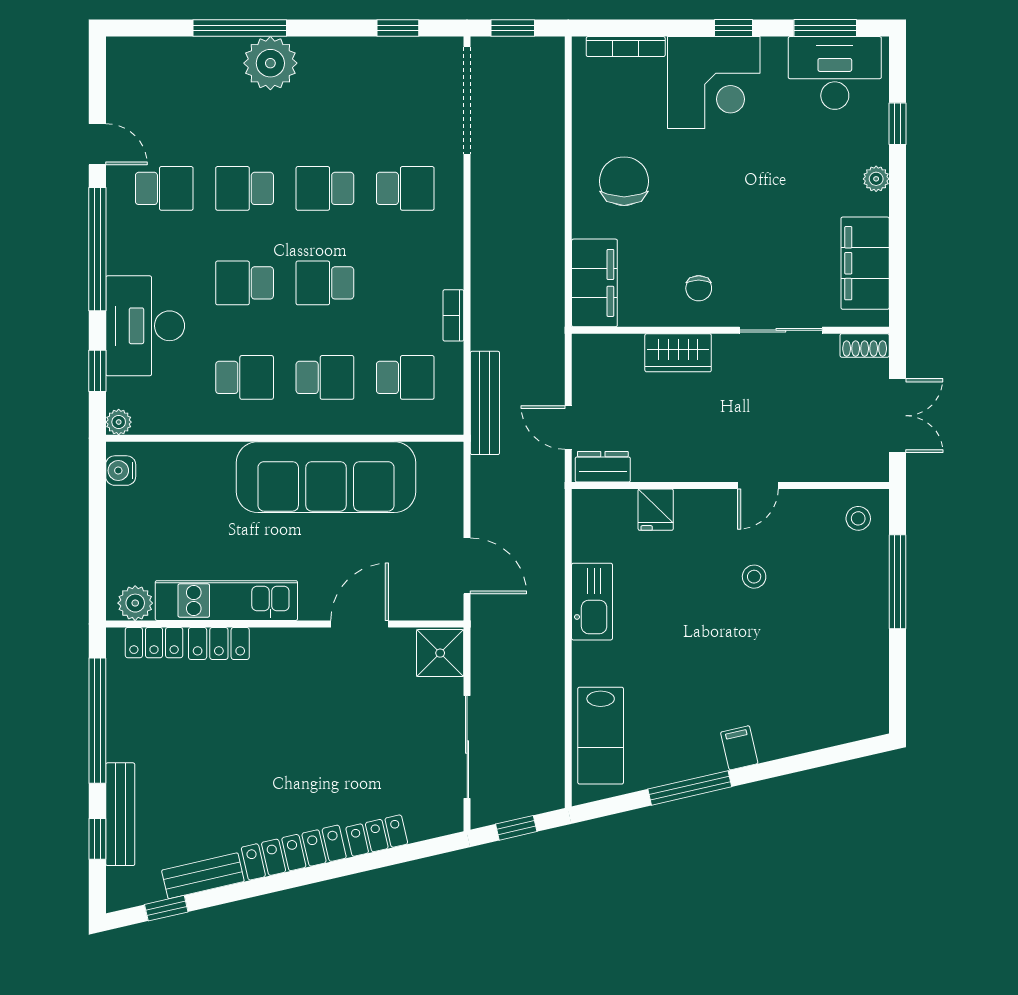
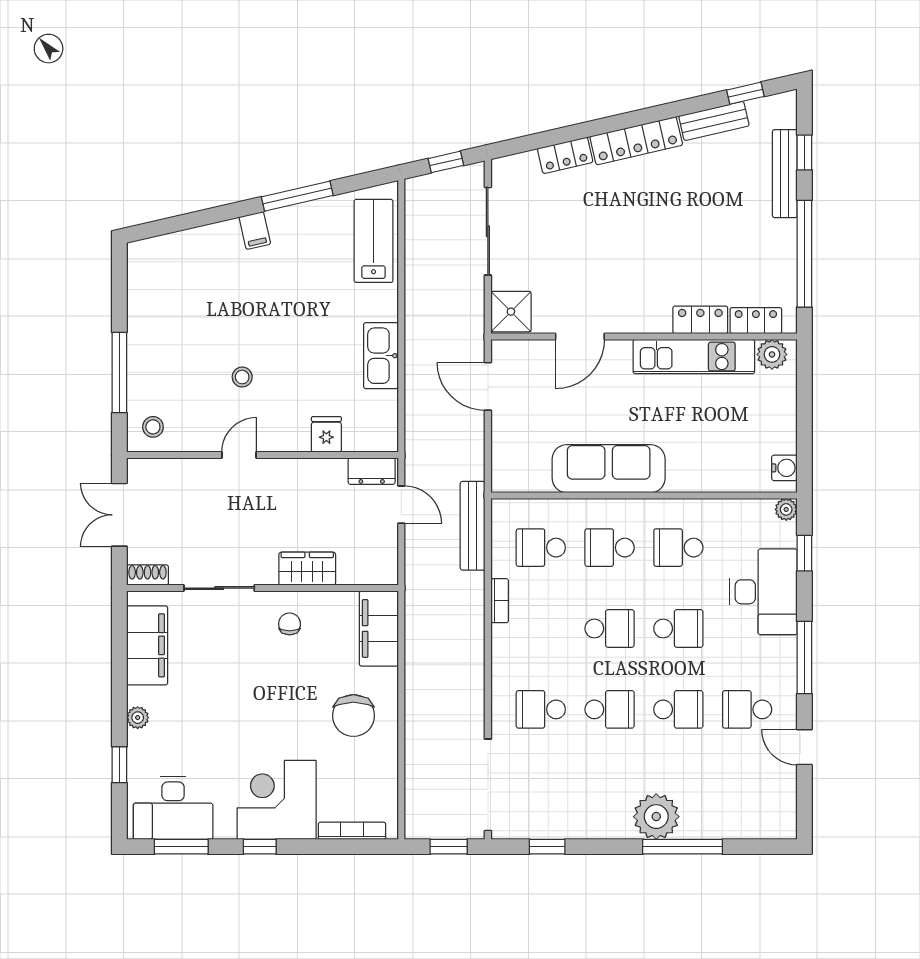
window: (97, 249) -> (804, 657), width x0.68
sofa: (326, 477) -> (609, 469), width x0.74, depth x0.79

